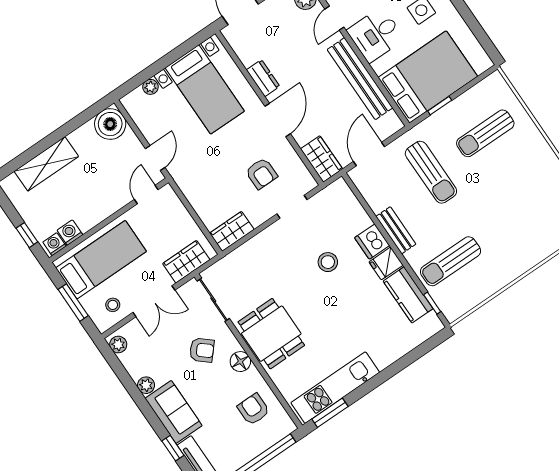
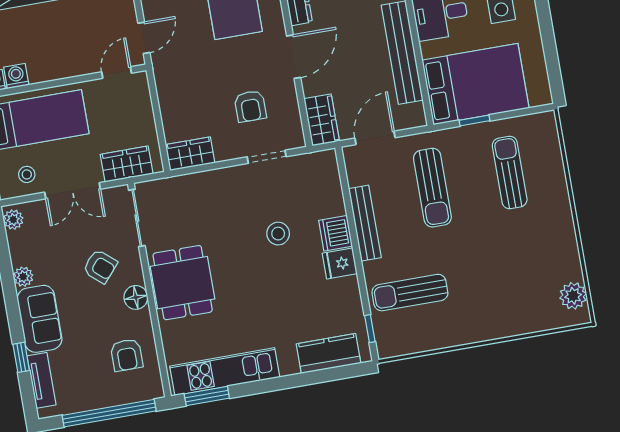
sun lounger: (485, 133) -> (510, 173), turned 90
bench: (396, 230) -> (365, 223), width x1.36
kitchen counter: (408, 295) -> (329, 353), moved, turned 90
armchair: (254, 409) -> (127, 355), turned 180

